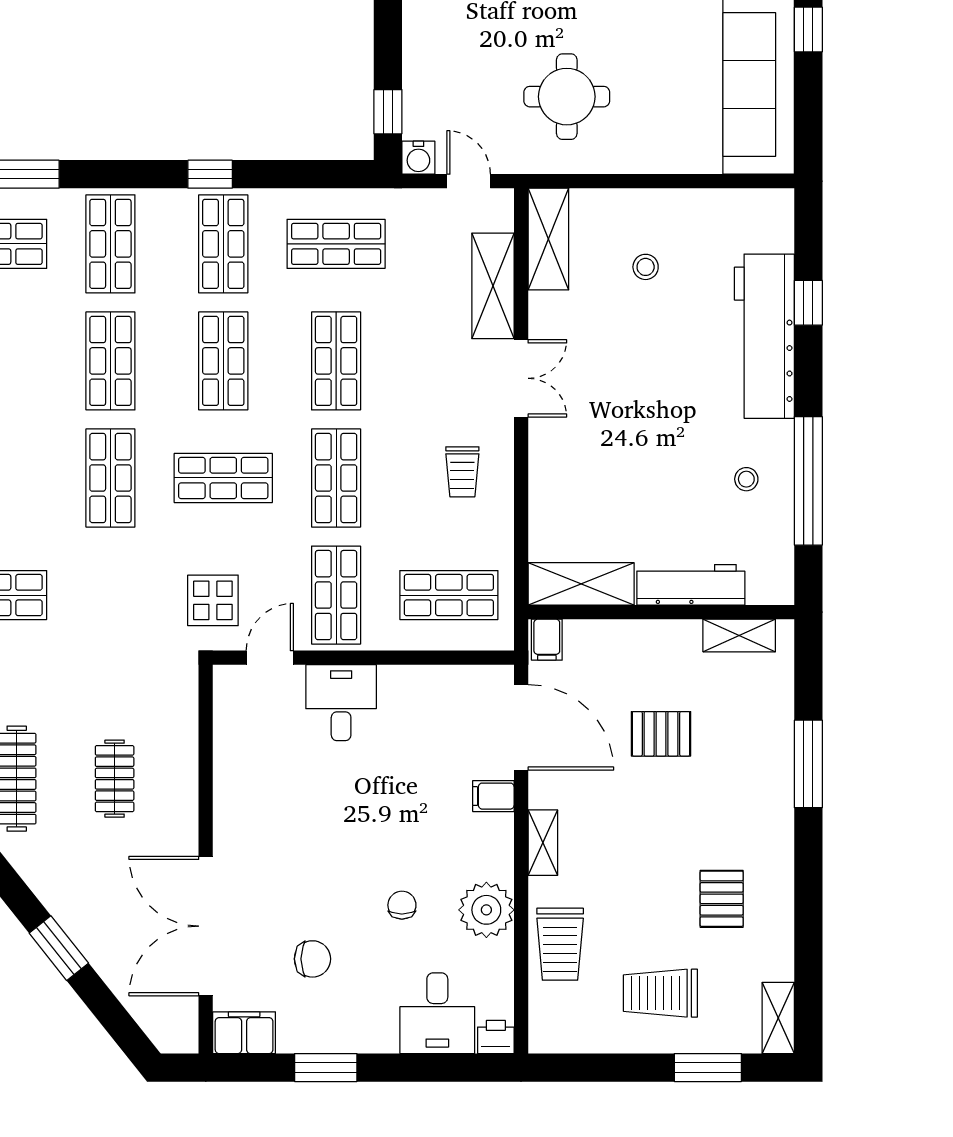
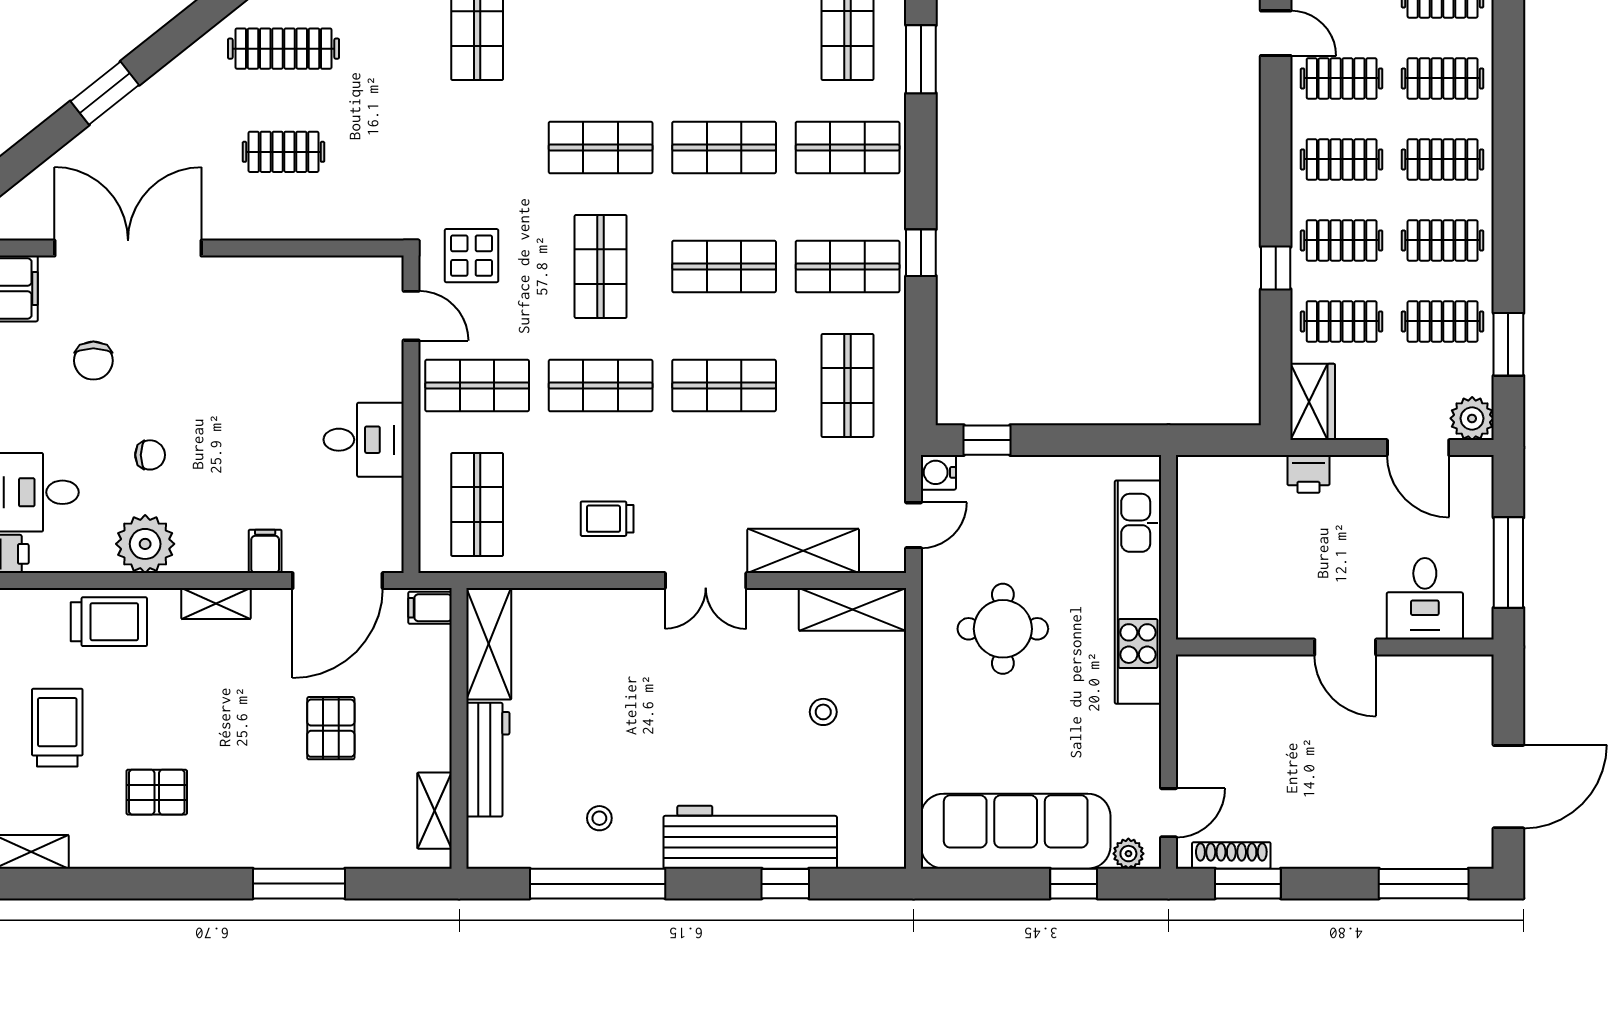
desk: (341, 703) -> (364, 440), moved
trolley: (560, 944) -> (109, 622), turned 180

